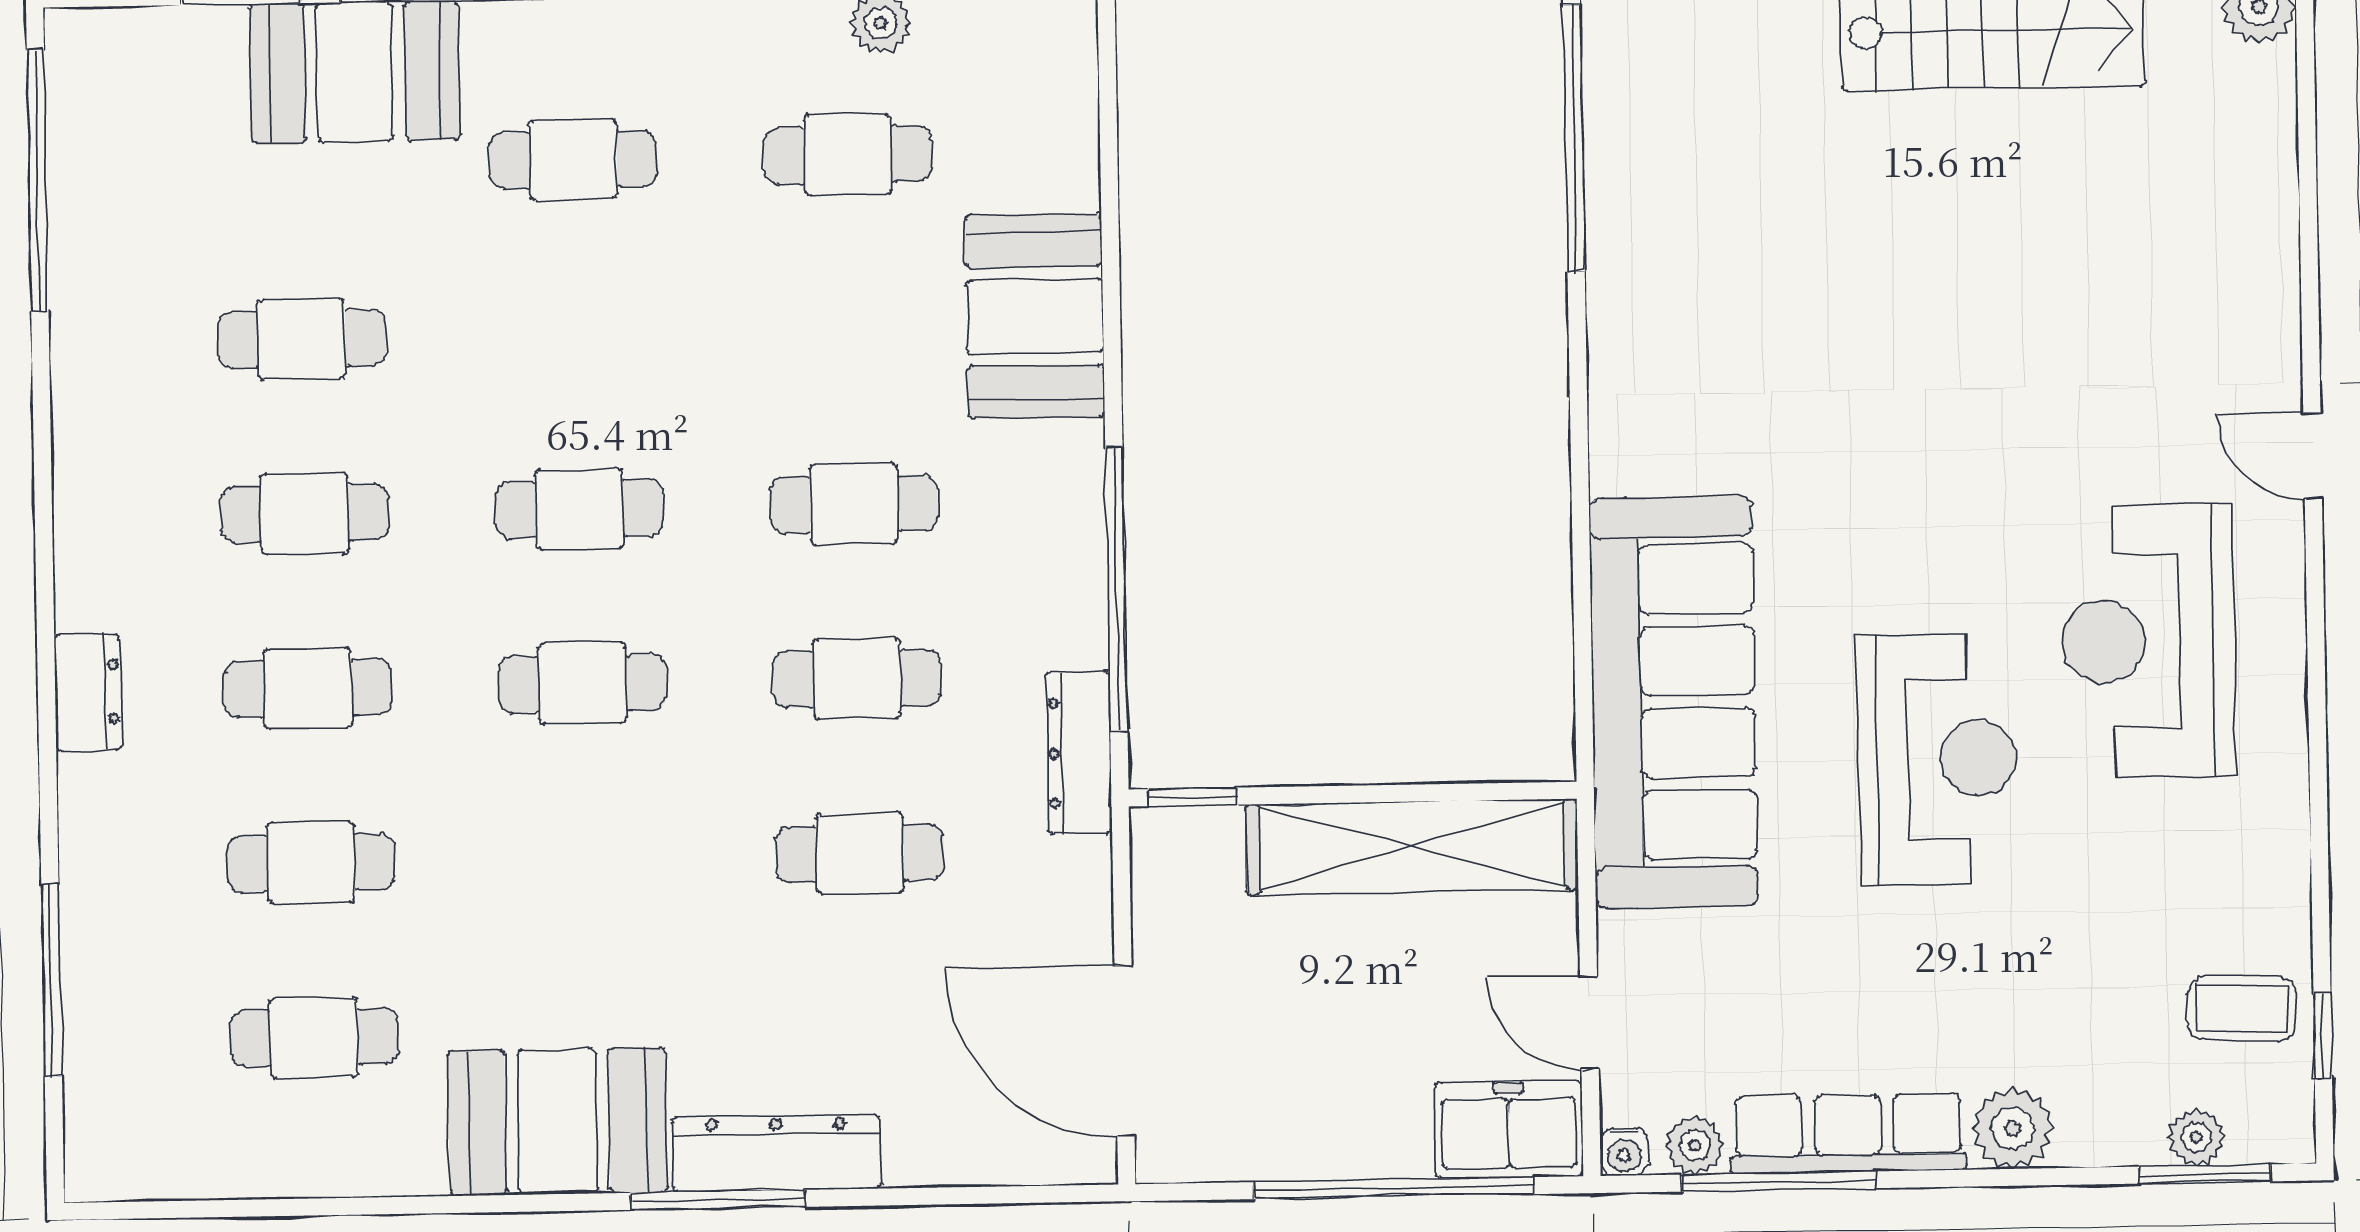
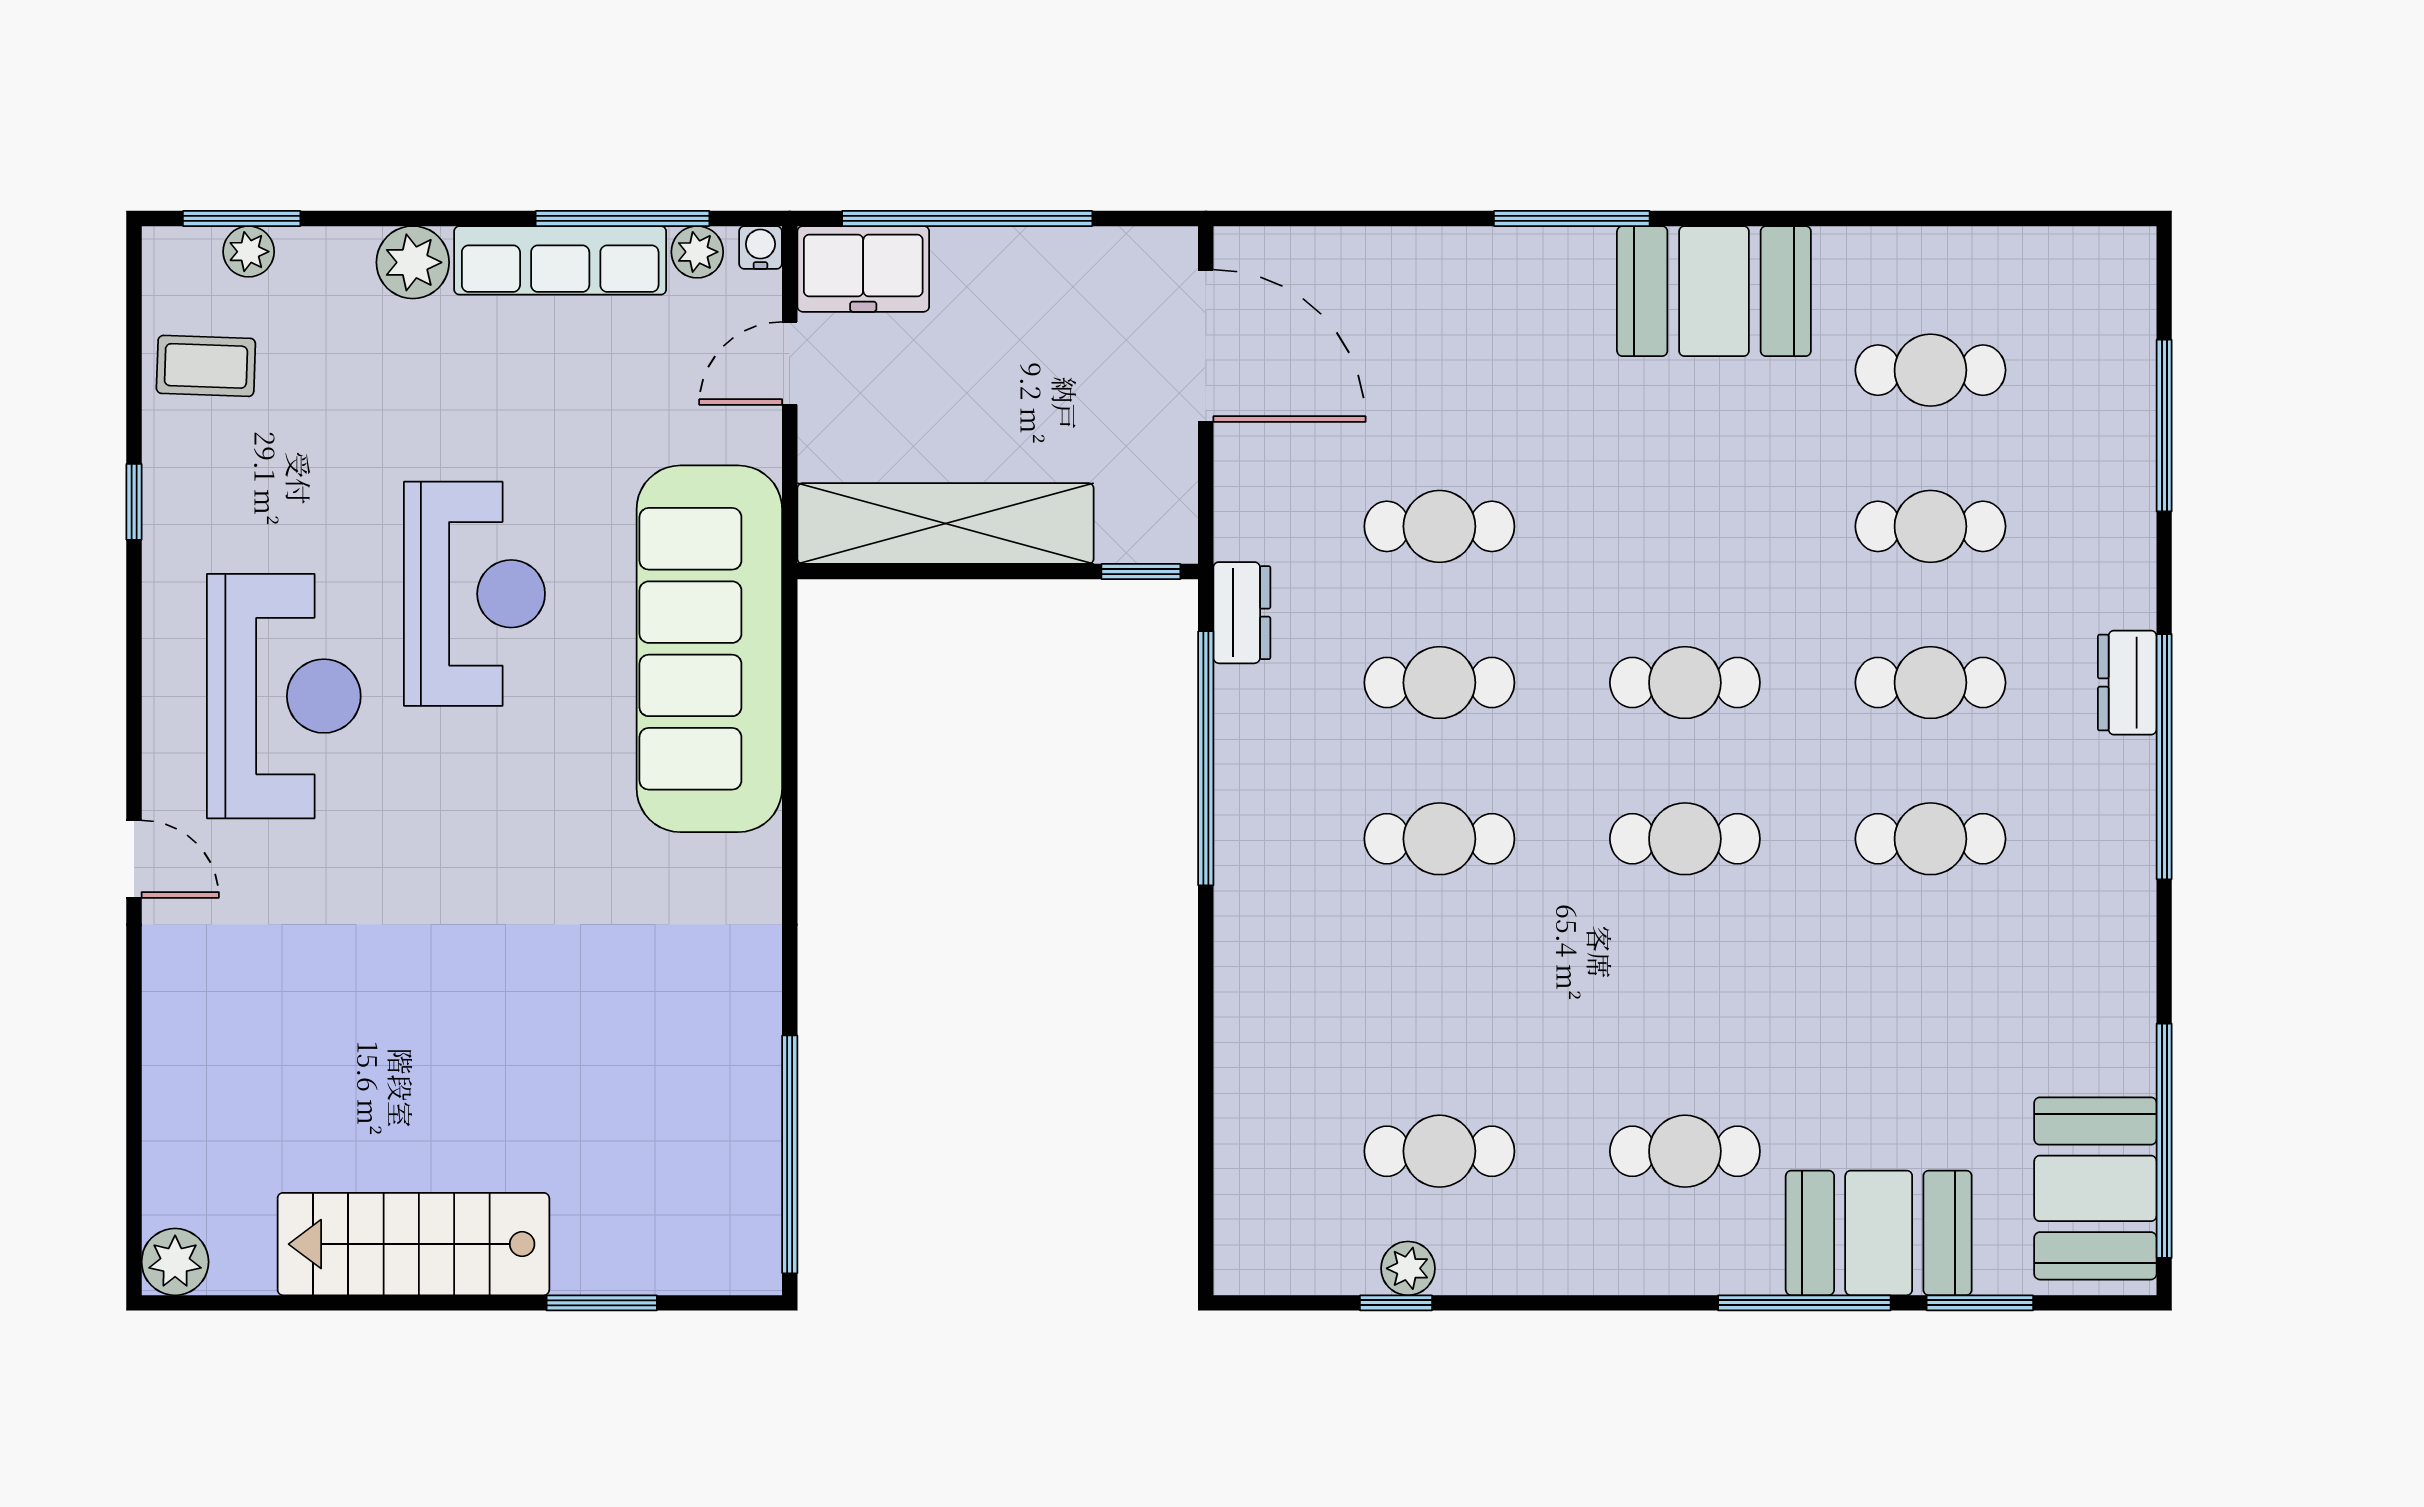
booth: (1035, 316) -> (2095, 1188), moved
cafe table: (302, 339) -> (1930, 995), removed
window: (45, 610) -> (2164, 757), added
dresser: (1079, 753) -> (1242, 613), width x0.70
reception desk: (1937, 759) -> (474, 594), turned 180
door: (1589, 1023) -> (790, 363), swing flipped
window: (2323, 1036) -> (134, 502), moved
dresser: (776, 1153) -> (1519, 259), removed

